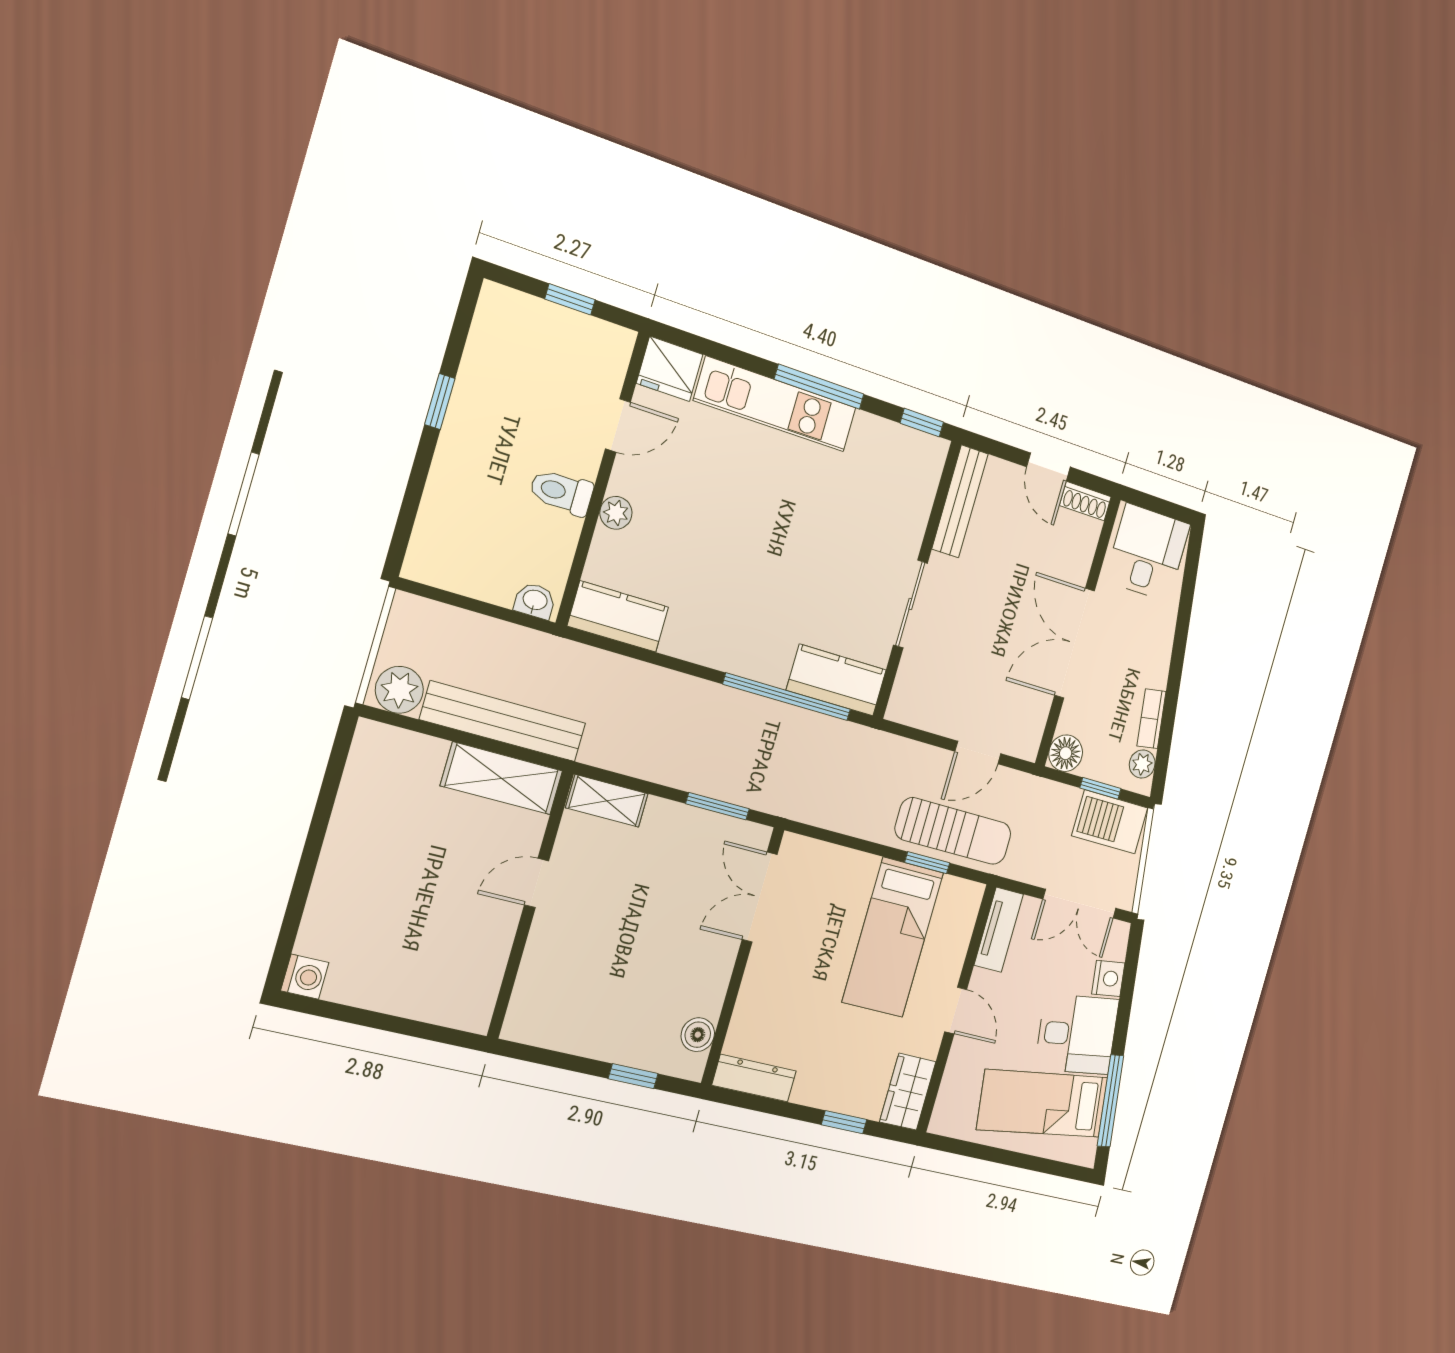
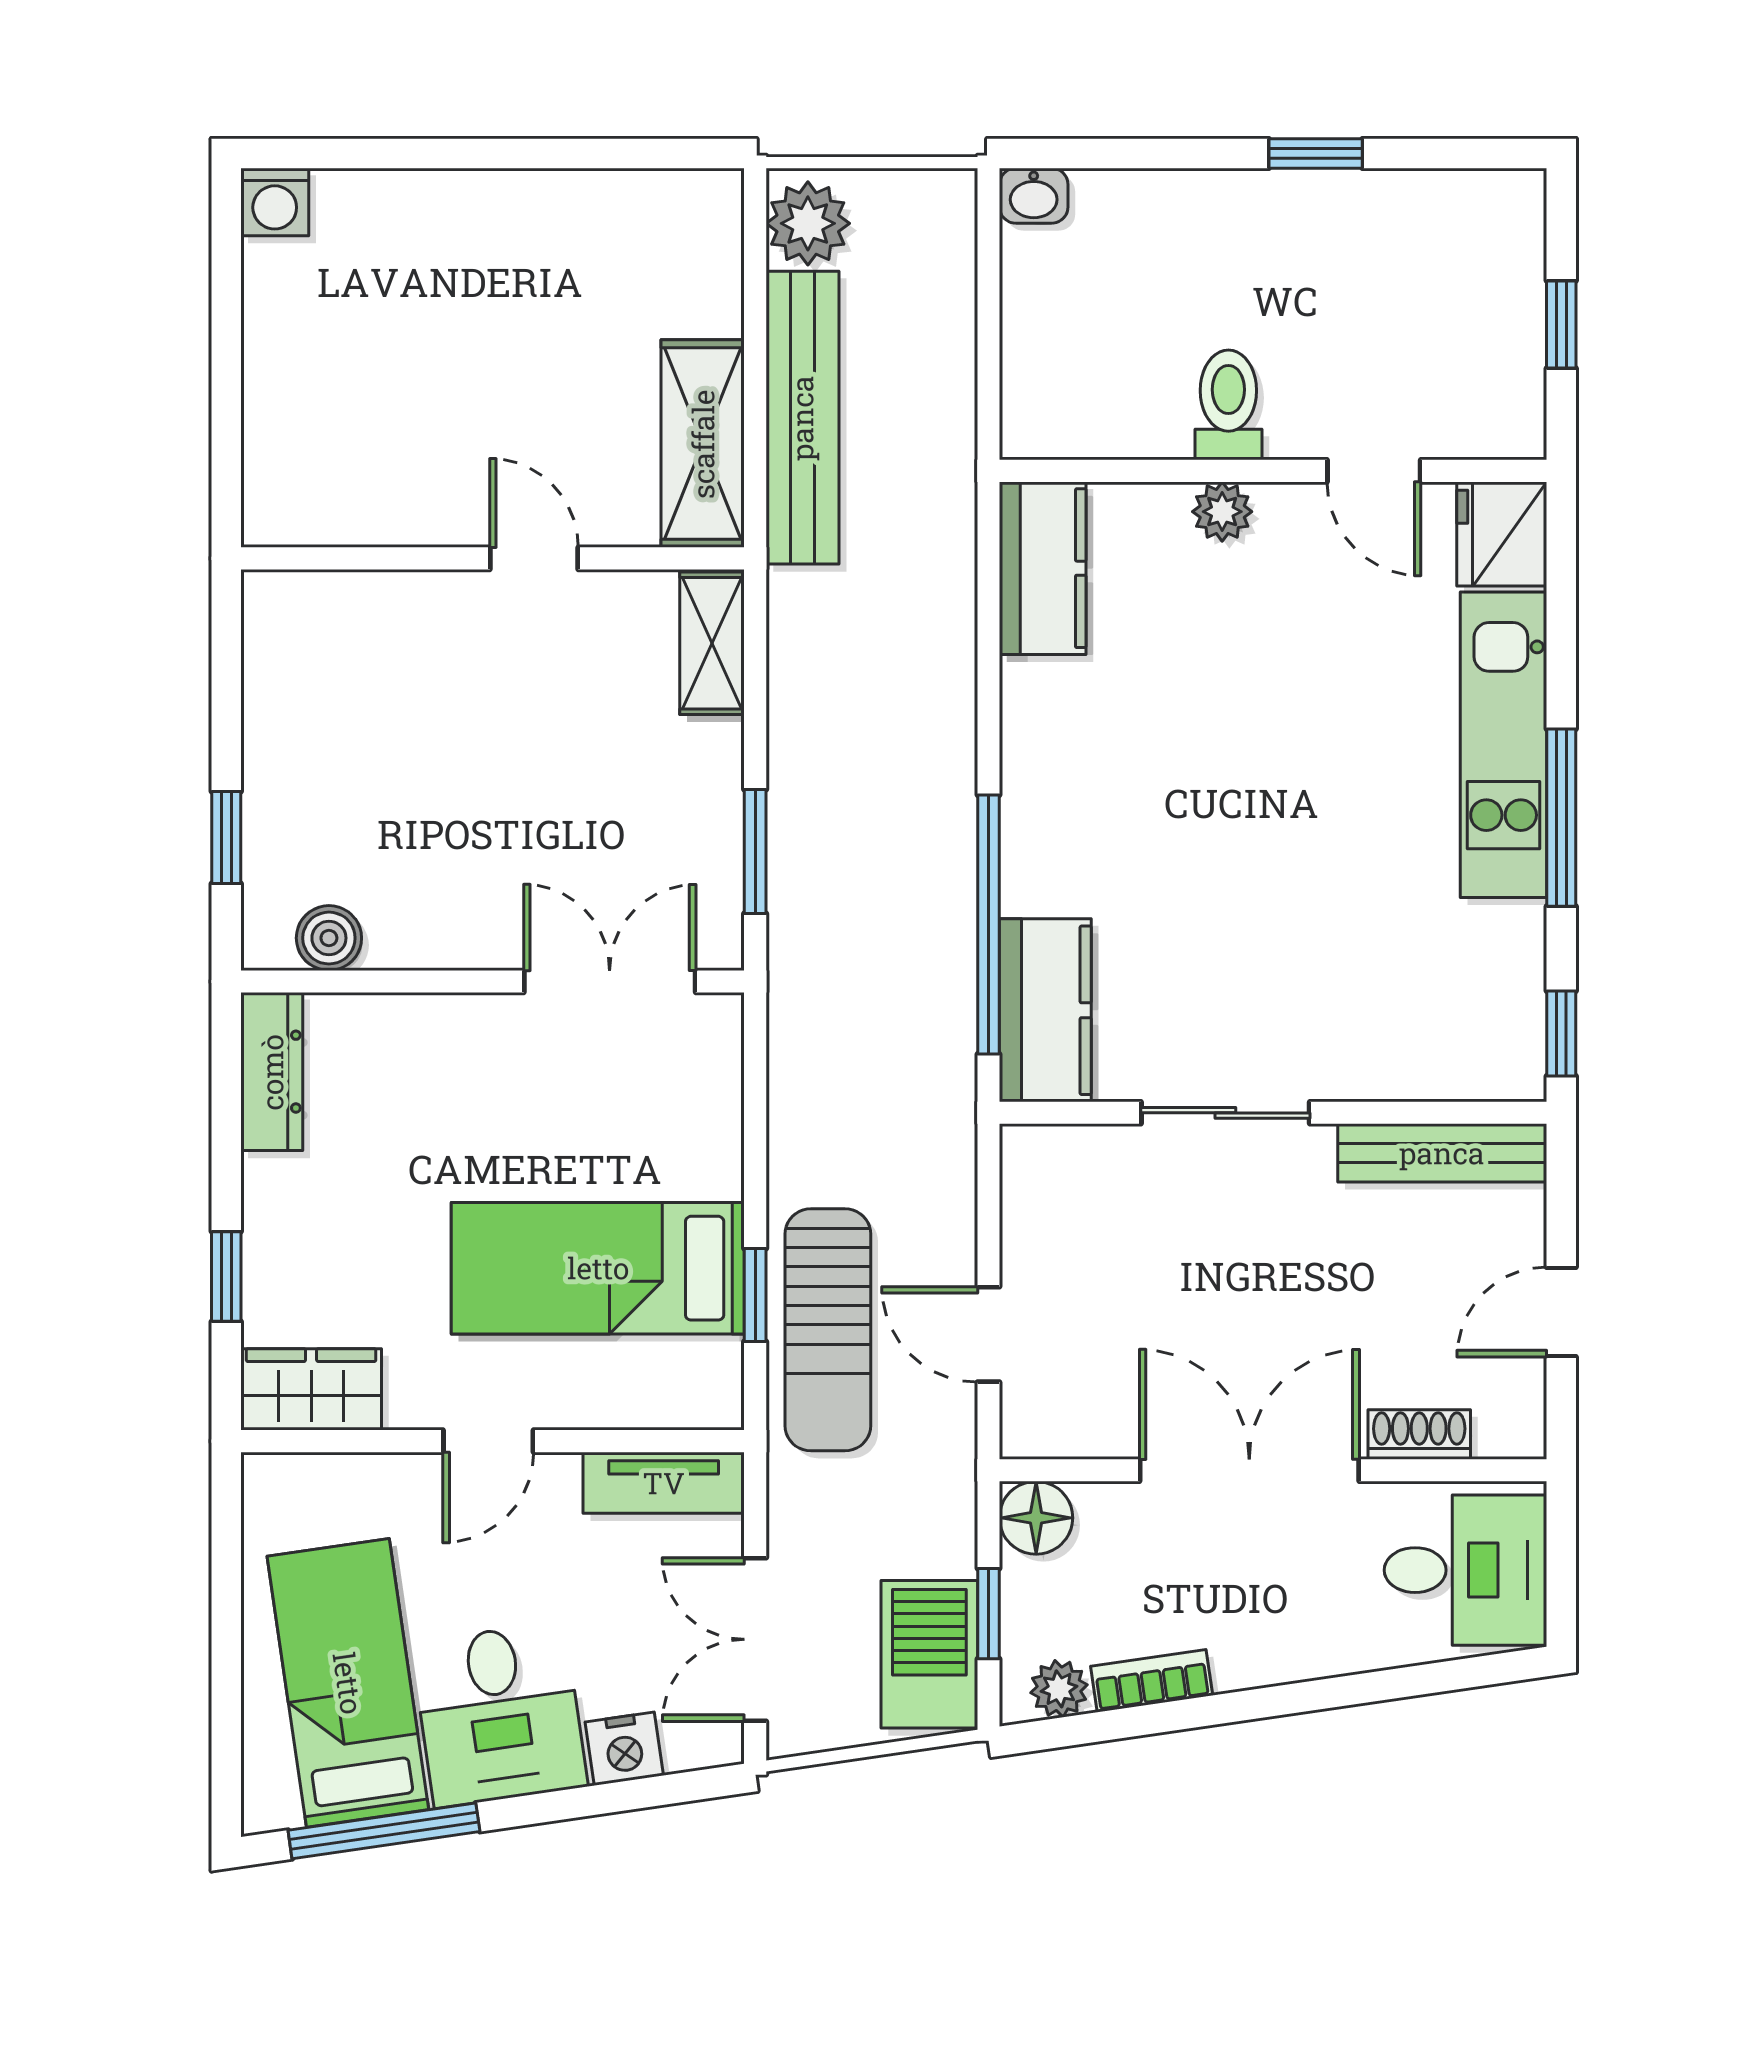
shoe rack: (1085, 501) -> (1419, 1434), moved, turned 90
washbasin: (535, 601) -> (1034, 196), moved, turned 90

